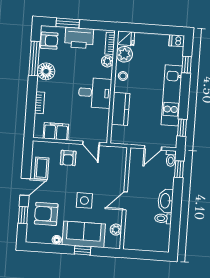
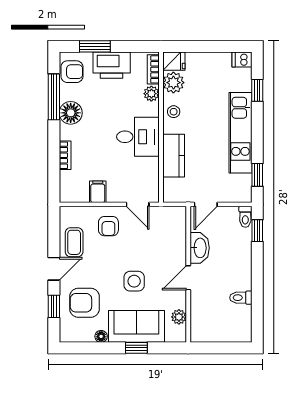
filing cabinet: (56, 131) -> (98, 192), width x0.50
door: (153, 148) -> (206, 204), moved
washbasin: (166, 201) -> (200, 248), moved, turned 180

